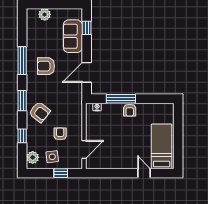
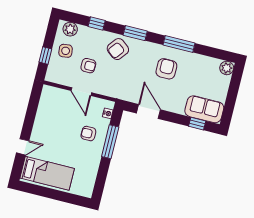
plant: (45, 14) -> (227, 68), moved
sofa: (73, 36) -> (204, 109), moved
armchair: (130, 110) -> (88, 134), moved
door: (84, 150) -> (81, 92), moved

